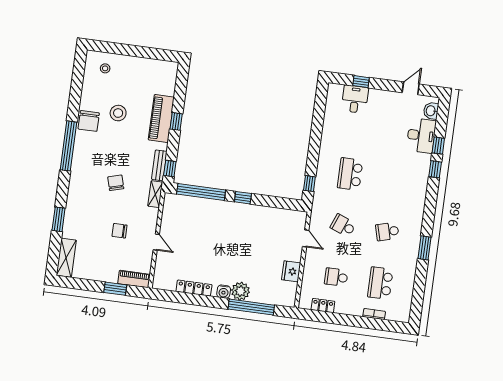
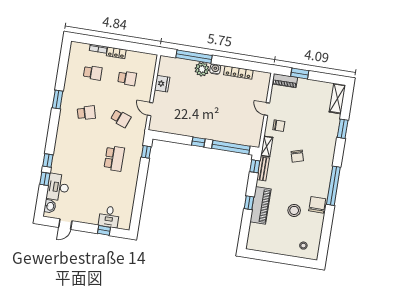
chair: (119, 231) -> (279, 126), moved
school desk: (380, 283) -> (93, 73), width x0.54
locker: (323, 306) -> (116, 53), moved

